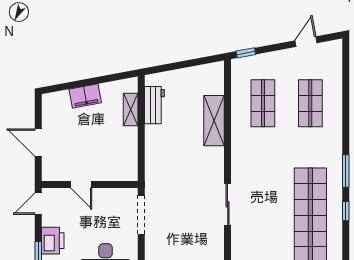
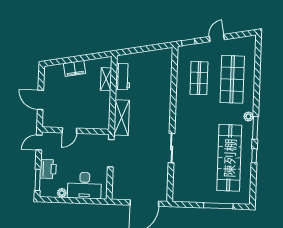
door: (306, 42) -> (217, 38), moved
shop shelf: (310, 103) -> (232, 79), width x1.43, depth x1.36
shelving: (214, 121) -> (122, 118), moved
plant: (335, 156) -> (248, 117), added
door: (81, 185) -> (69, 130), hinge flipped

